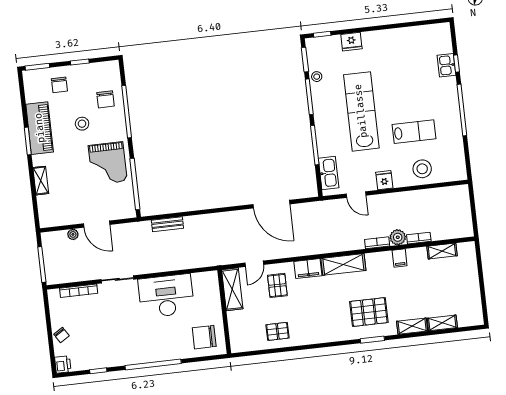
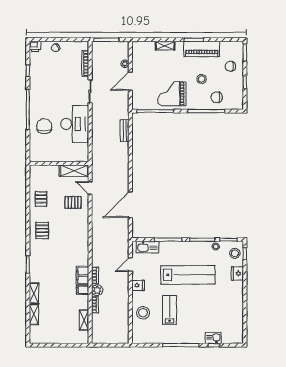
stool: (323, 48) -> (235, 253), added
lab bench: (414, 132) -> (170, 310), turned 180
shelving: (343, 264) -> (82, 250), removed
filing cabinet: (308, 269) -> (82, 275), moved
pallet: (369, 312) -> (42, 230), moved, width x0.67, depth x0.71
chair: (204, 337) -> (44, 126), moved

